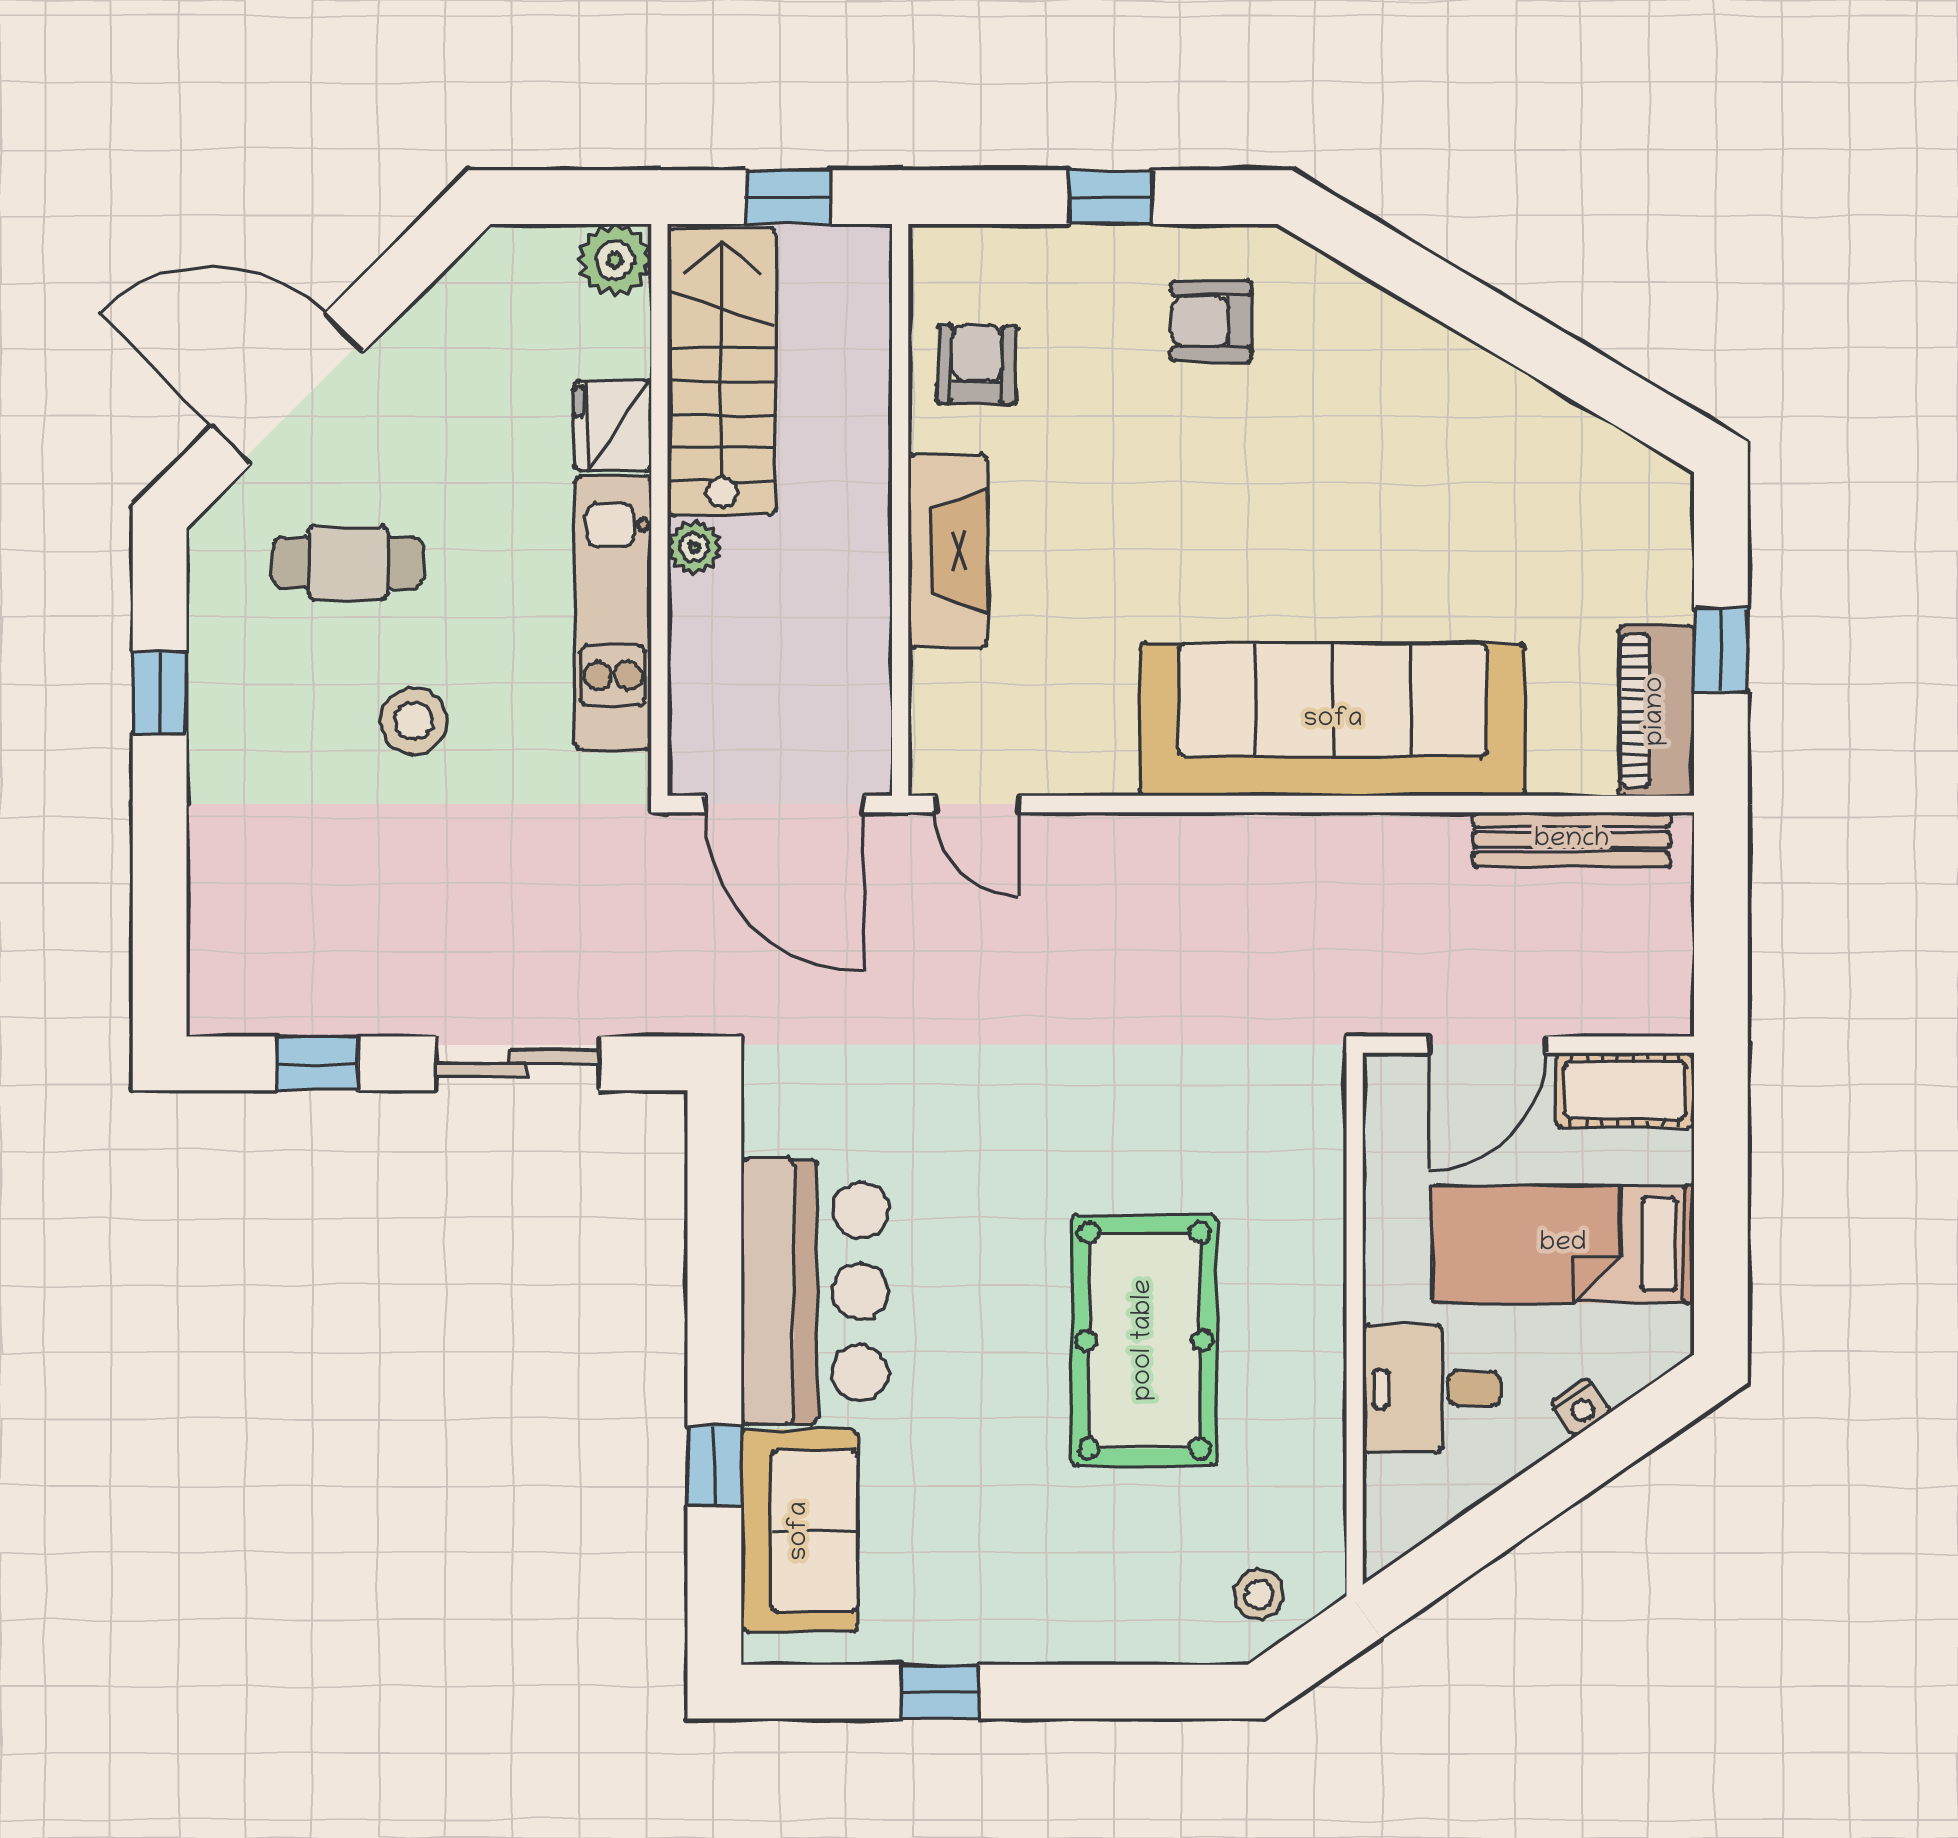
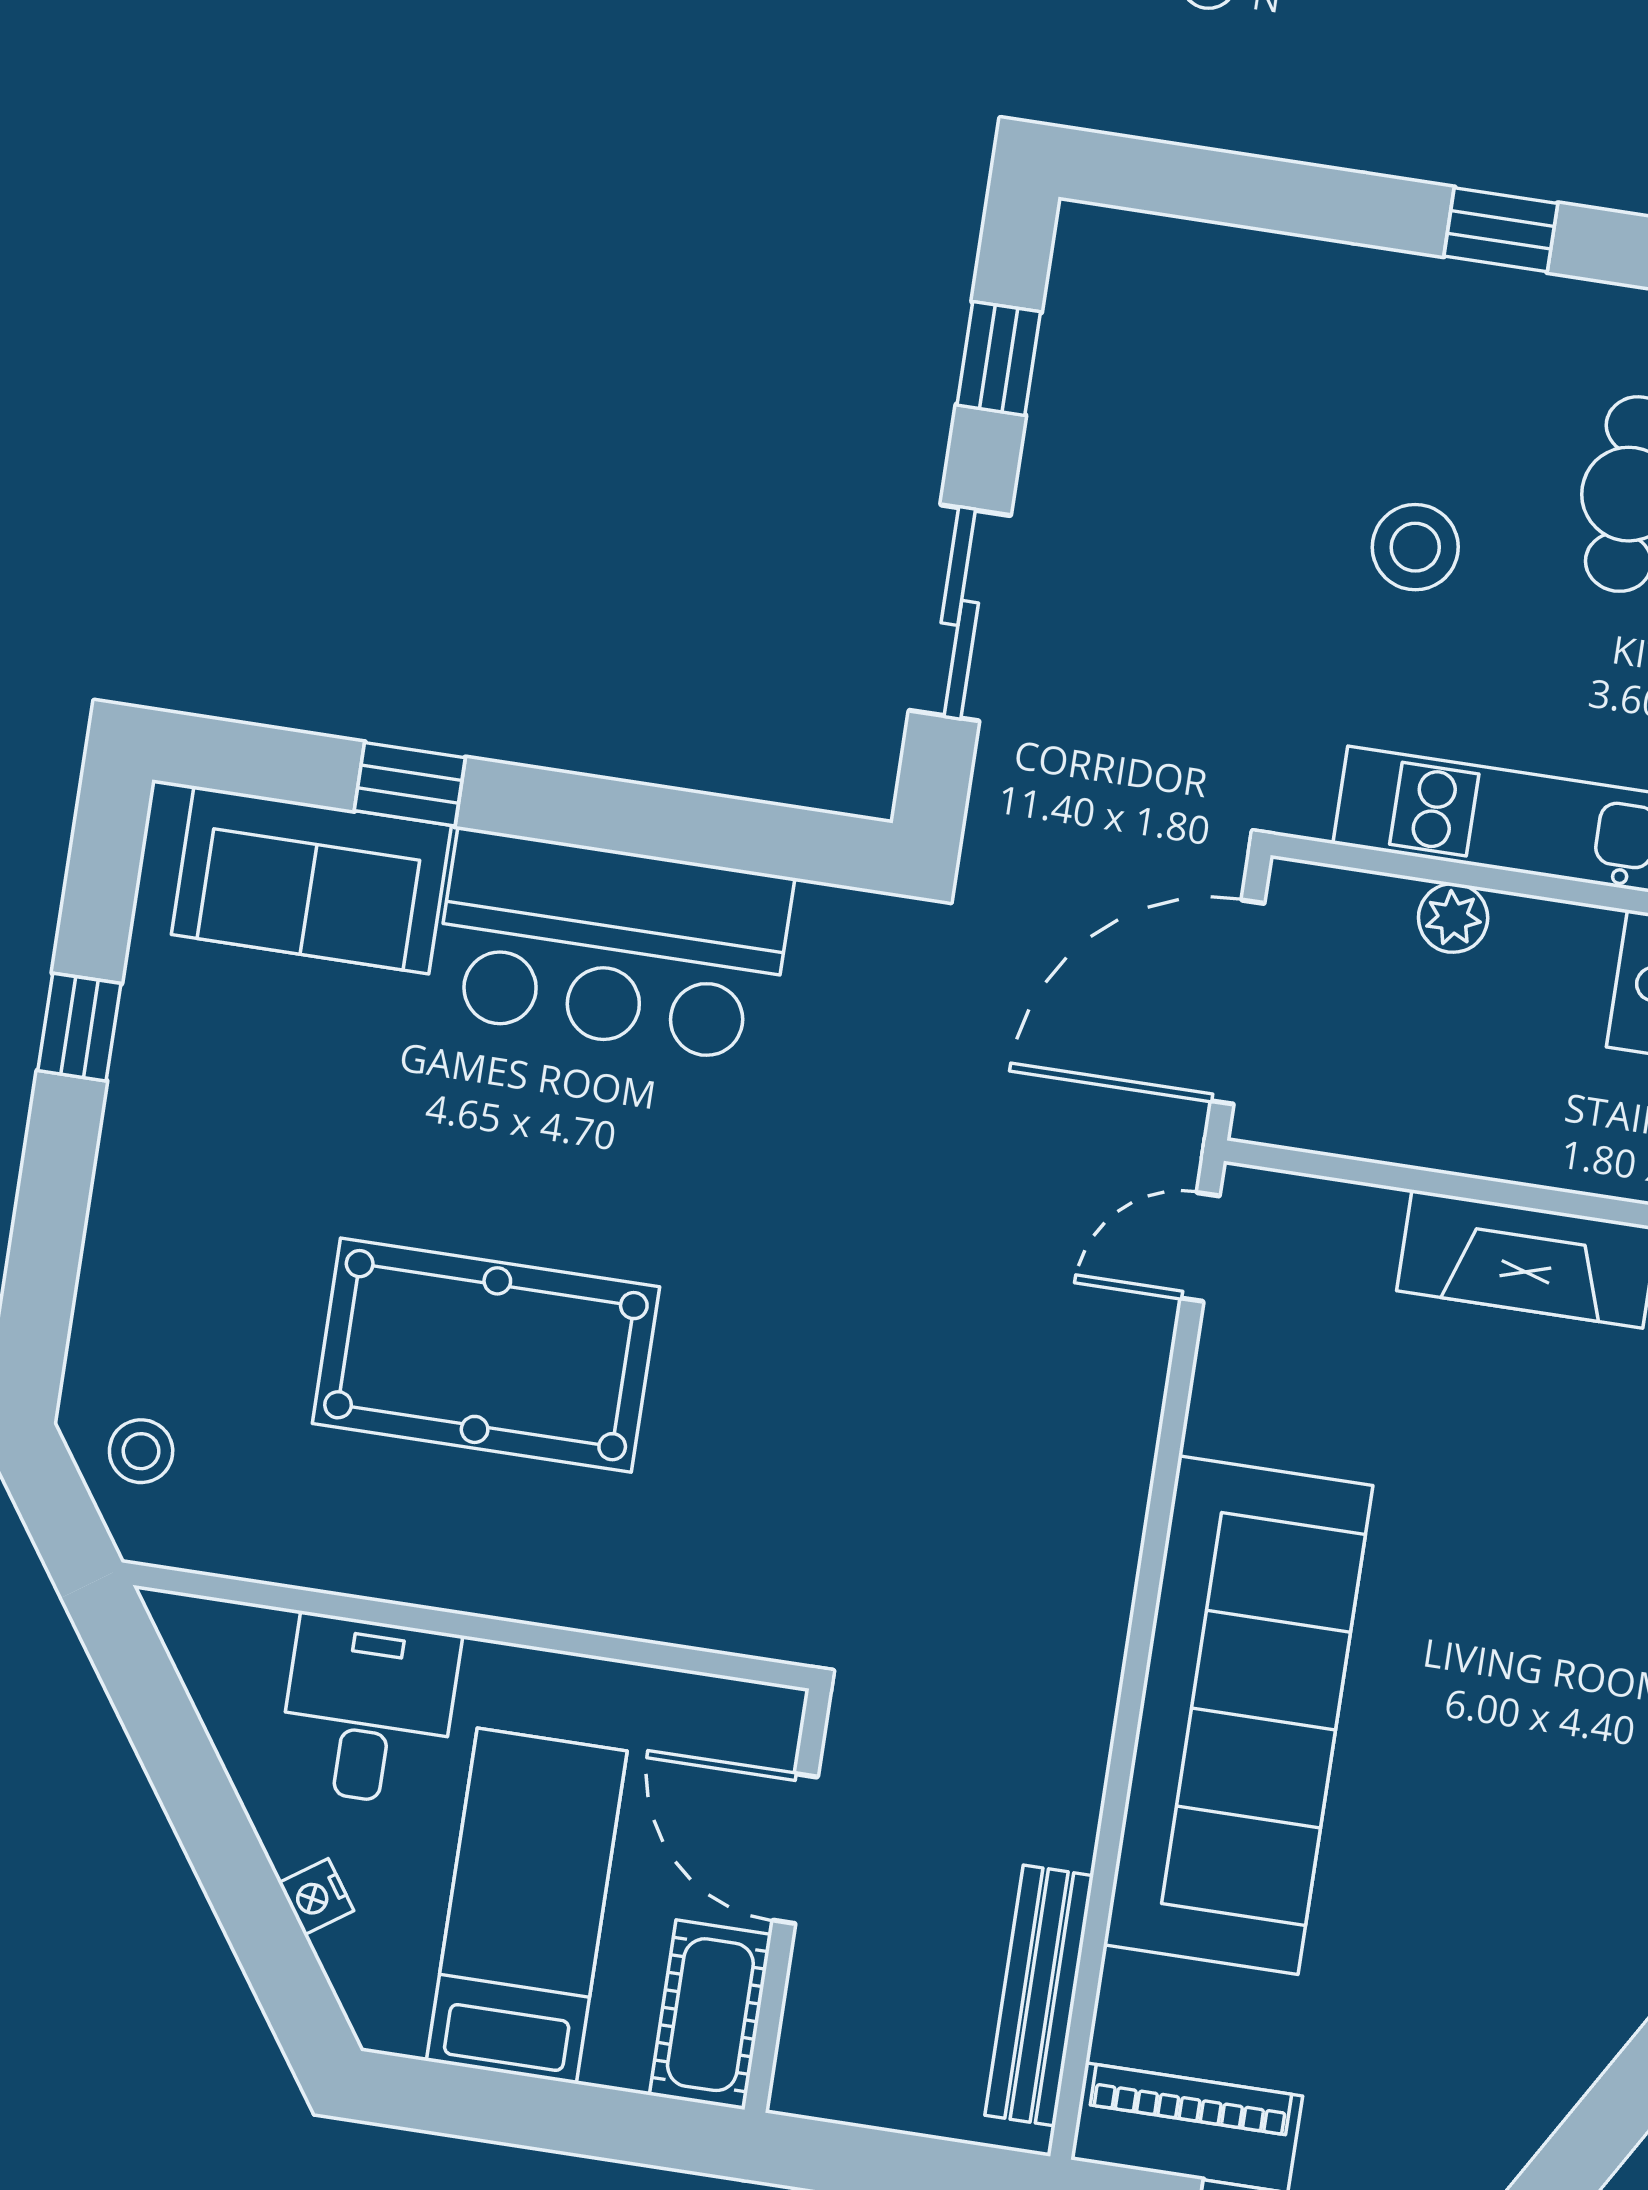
plant: (694, 547) -> (1453, 918), moved

